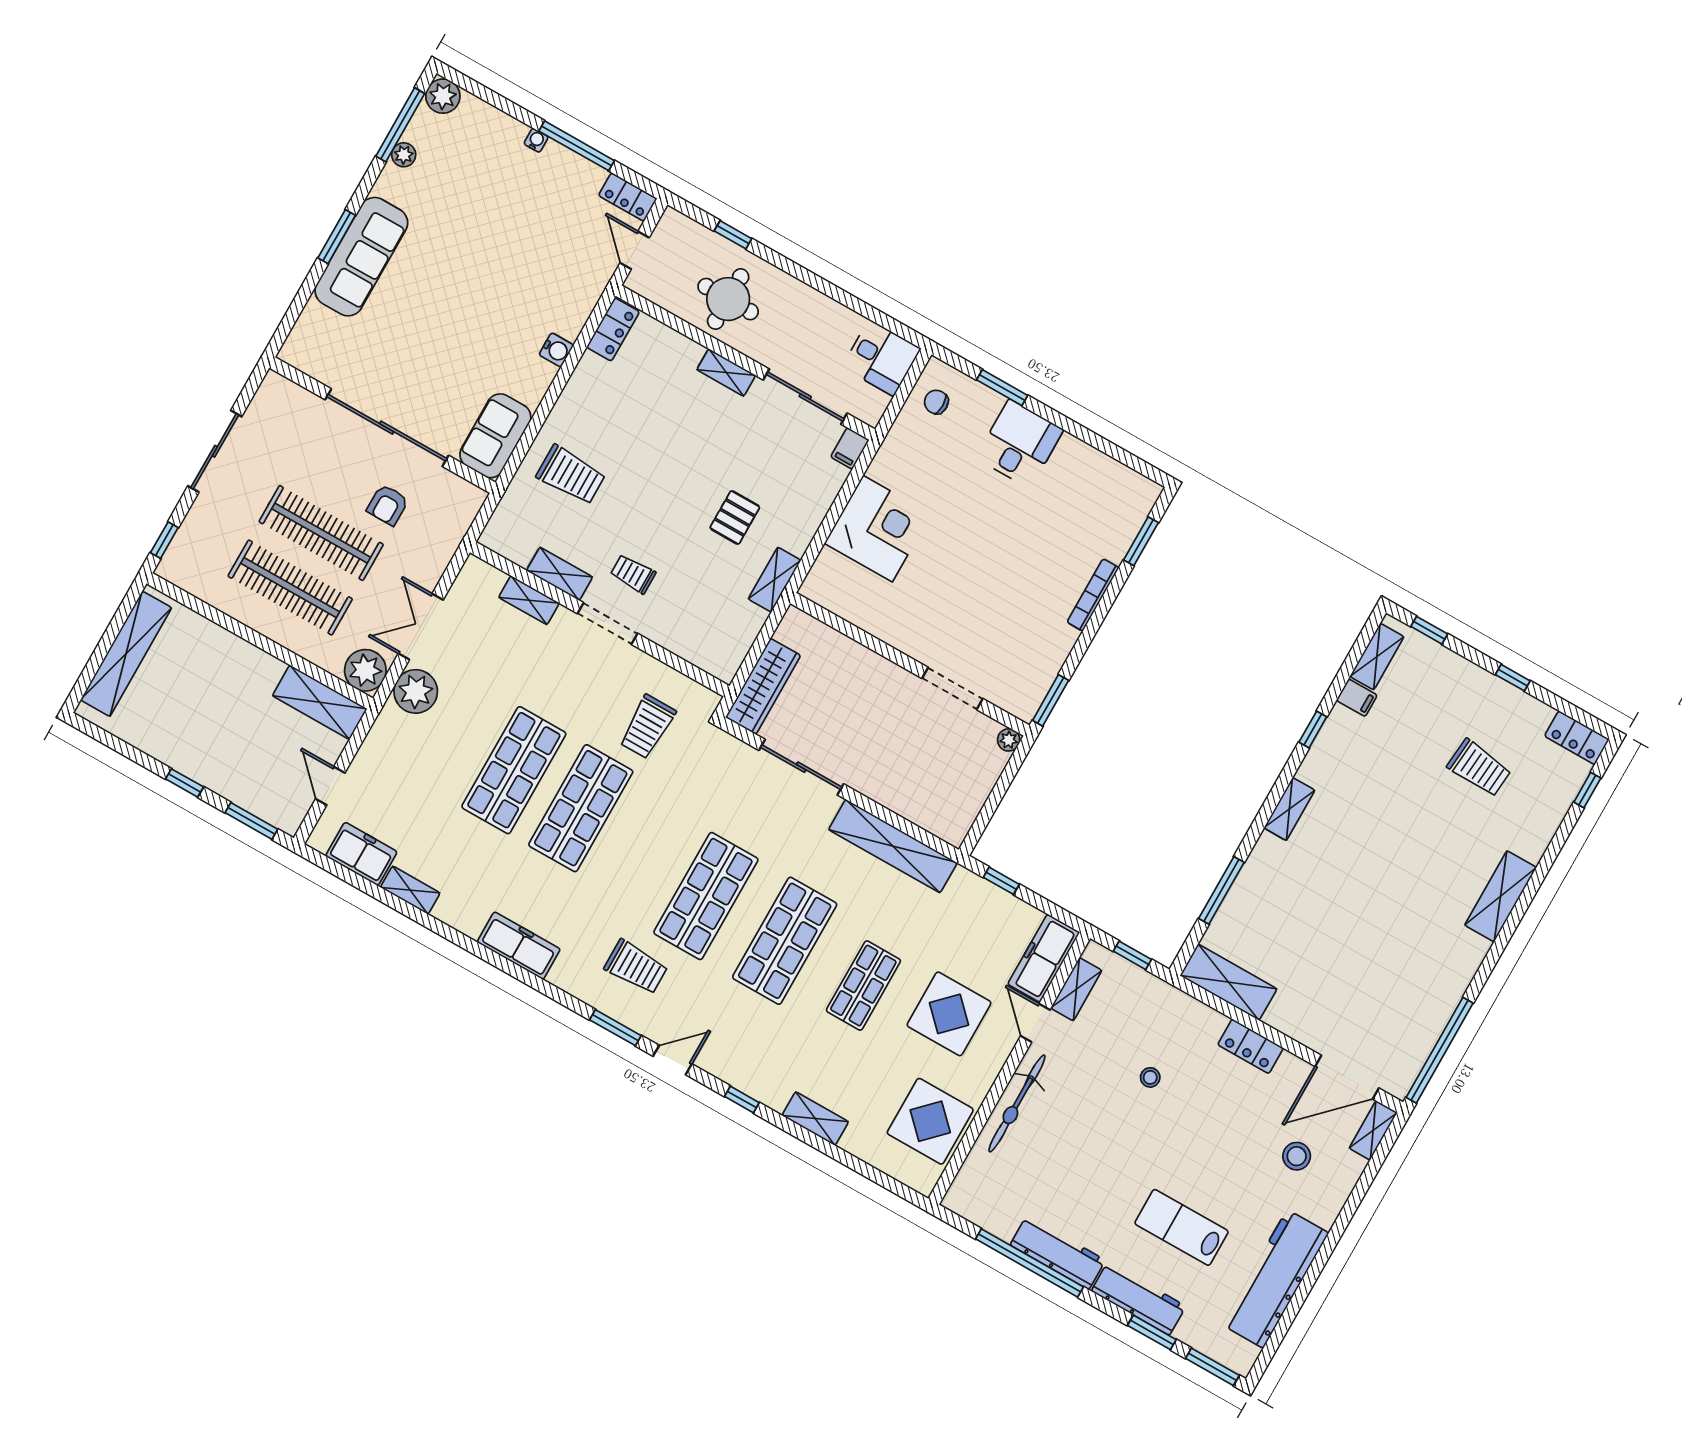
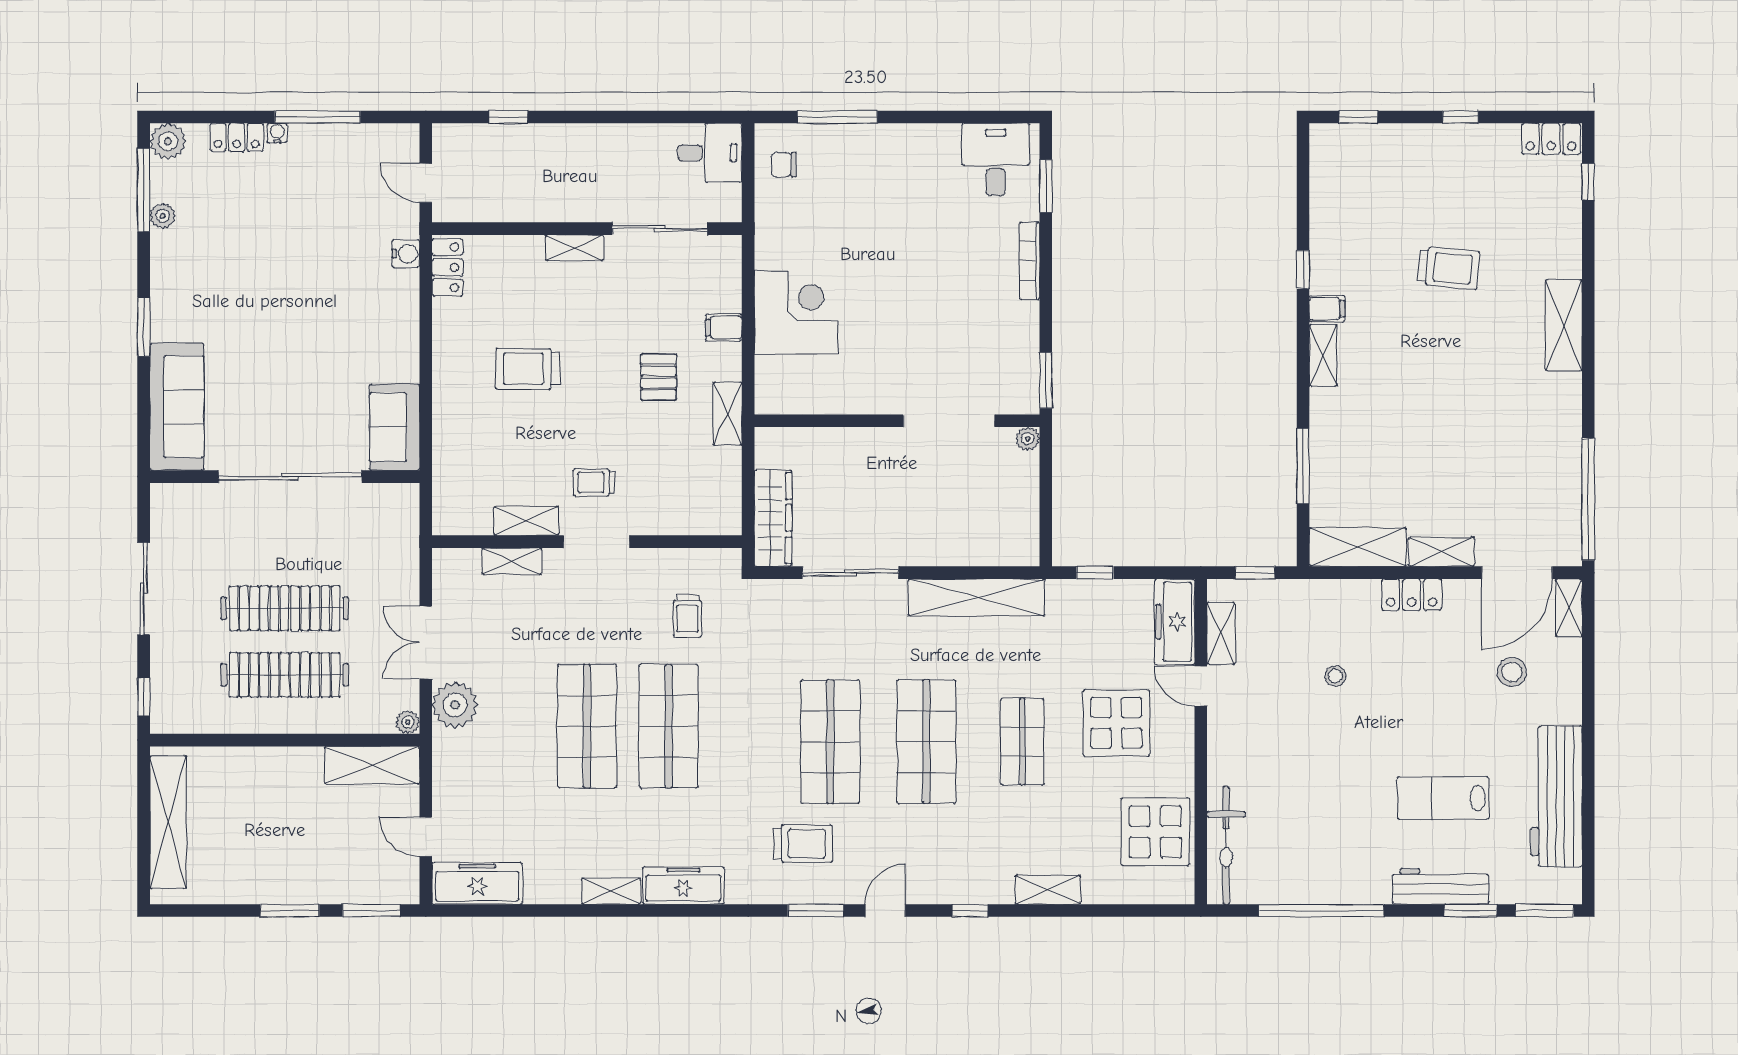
locker: (628, 197) -> (237, 137), moved
sofa: (361, 257) -> (177, 407), moved
round table: (728, 299) -> (538, 179), removed
water cooler: (556, 350) -> (406, 254), moved
window: (1002, 388) -> (837, 117), width x1.44
desk: (1020, 444) -> (996, 160), moved
filing cabinet: (850, 448) -> (724, 328), moved, turned 90
trolley: (571, 475) -> (528, 369), moved, turned 180
armchair: (388, 505) -> (331, 547), removed
shelving: (1377, 657) -> (1441, 552), moved, turned 90
plant: (365, 670) -> (408, 722), width x0.53, depth x0.53
doorway: (952, 688) -> (949, 421), width x1.36
filing cabinet: (1357, 698) -> (1327, 309), moved
trolley: (647, 727) -> (687, 616), width x0.73, depth x0.72
trolley: (1479, 768) -> (1449, 268), moved
window: (185, 783) -> (290, 911), width x1.50
freezer: (361, 854) -> (477, 883), width x1.40
shelving: (410, 890) -> (611, 891), moved
bicycle: (1017, 1103) -> (1226, 845), moved
workbench: (1058, 1253) -> (1342, 886), removed

